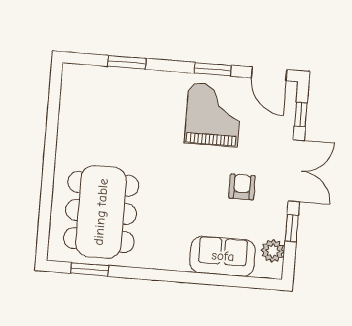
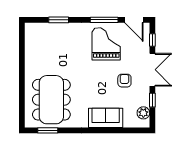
window: (213, 69) -> (104, 20), width x1.44
sofa: (223, 256) -> (106, 118), moved

